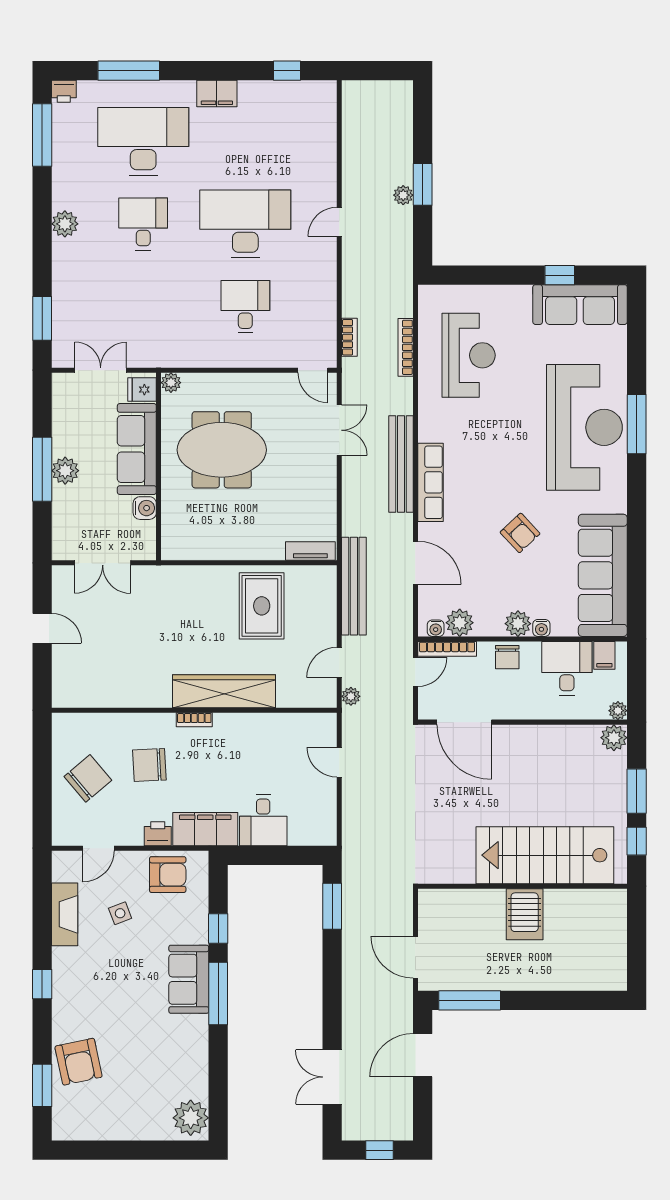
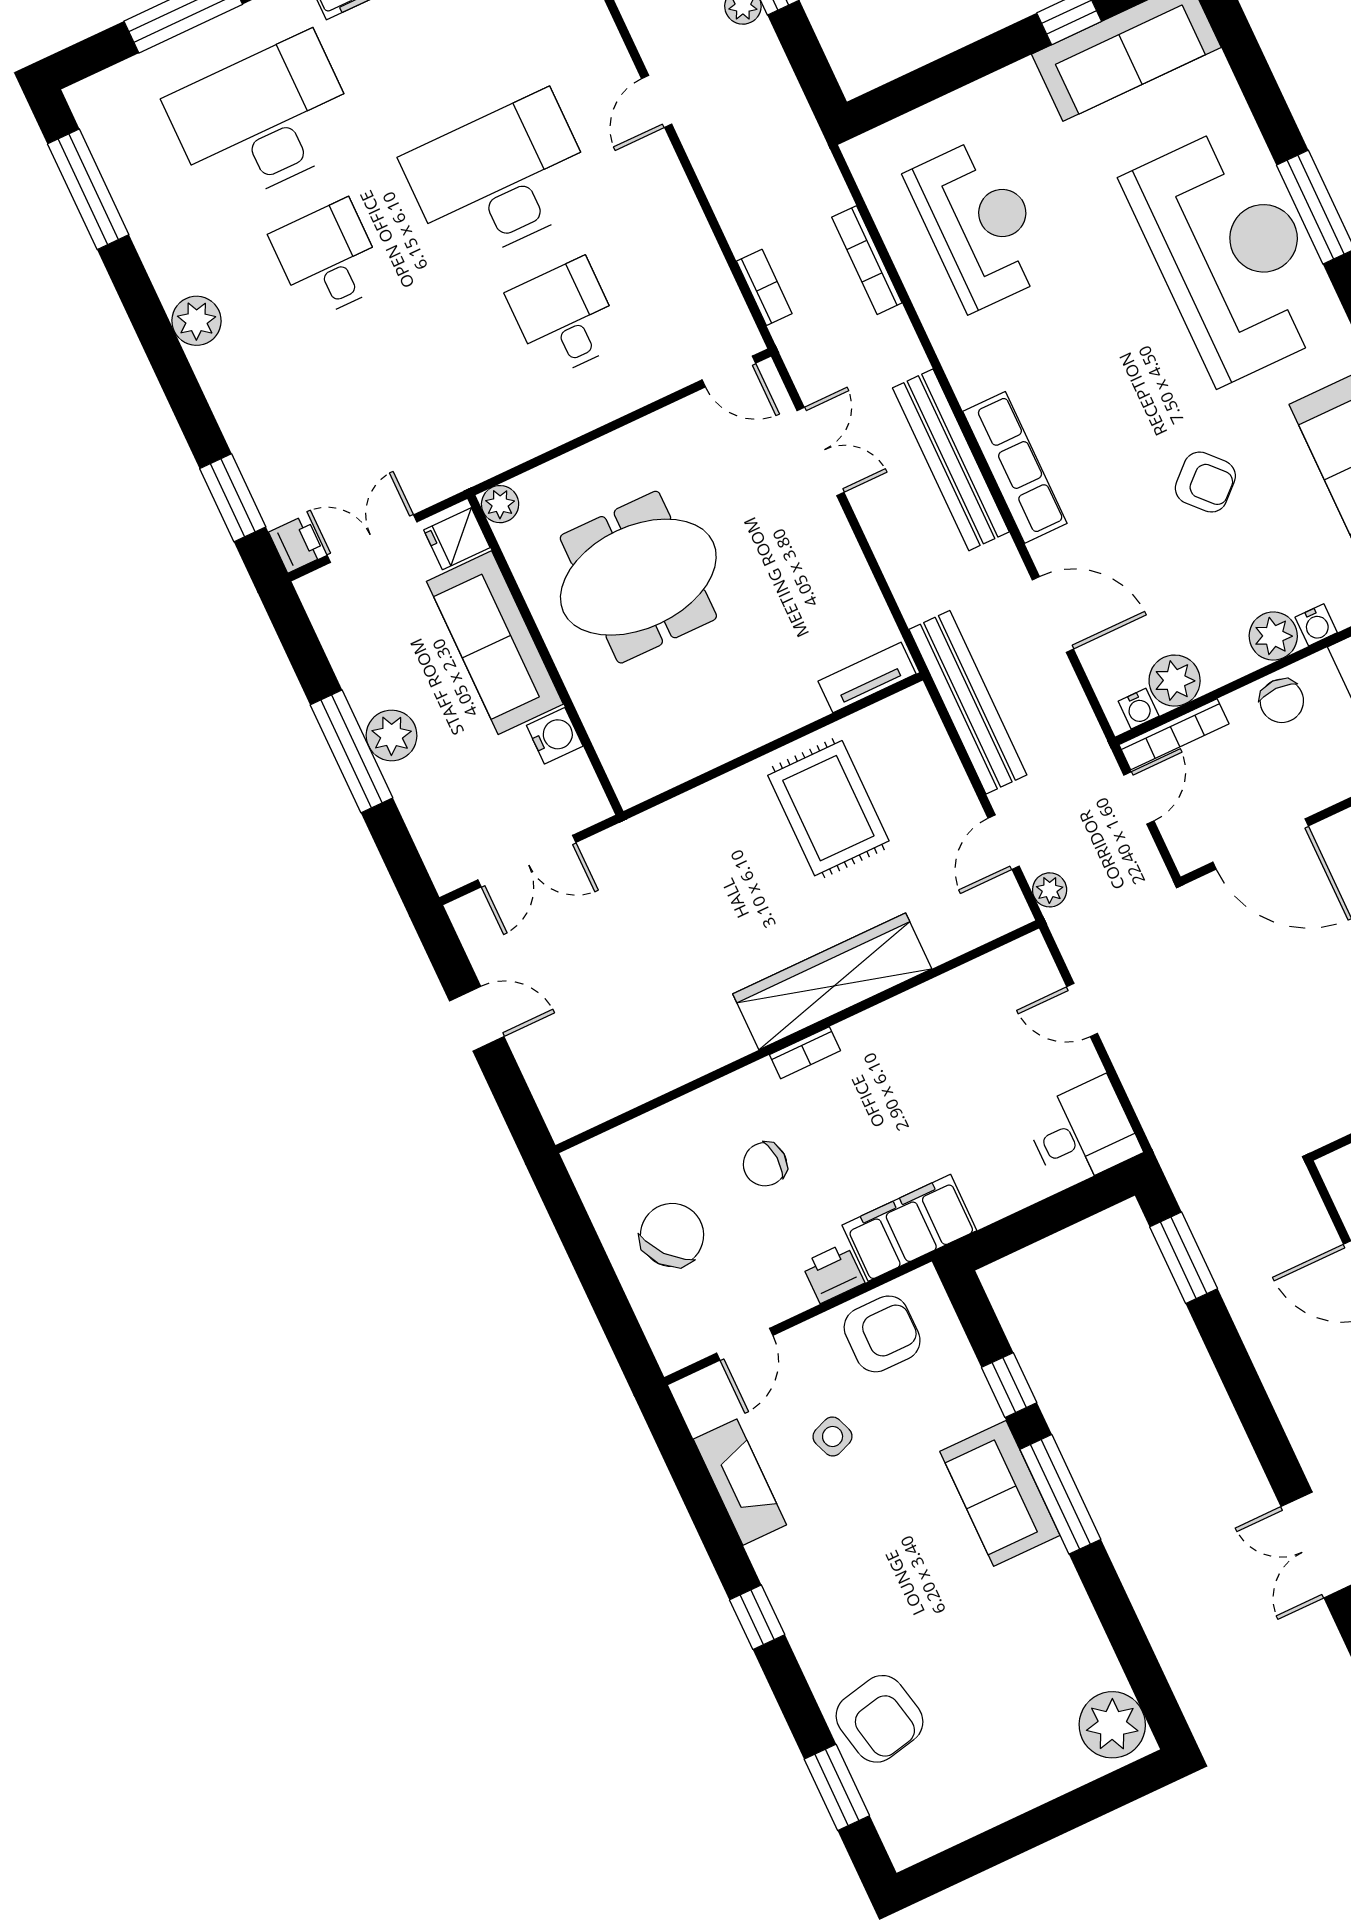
printer: (64, 91) -> (297, 544), moved, turned -90
chair: (149, 765) -> (765, 1164), width x0.73, depth x0.73
desk: (263, 820) -> (1083, 1133), moved, turned -90

